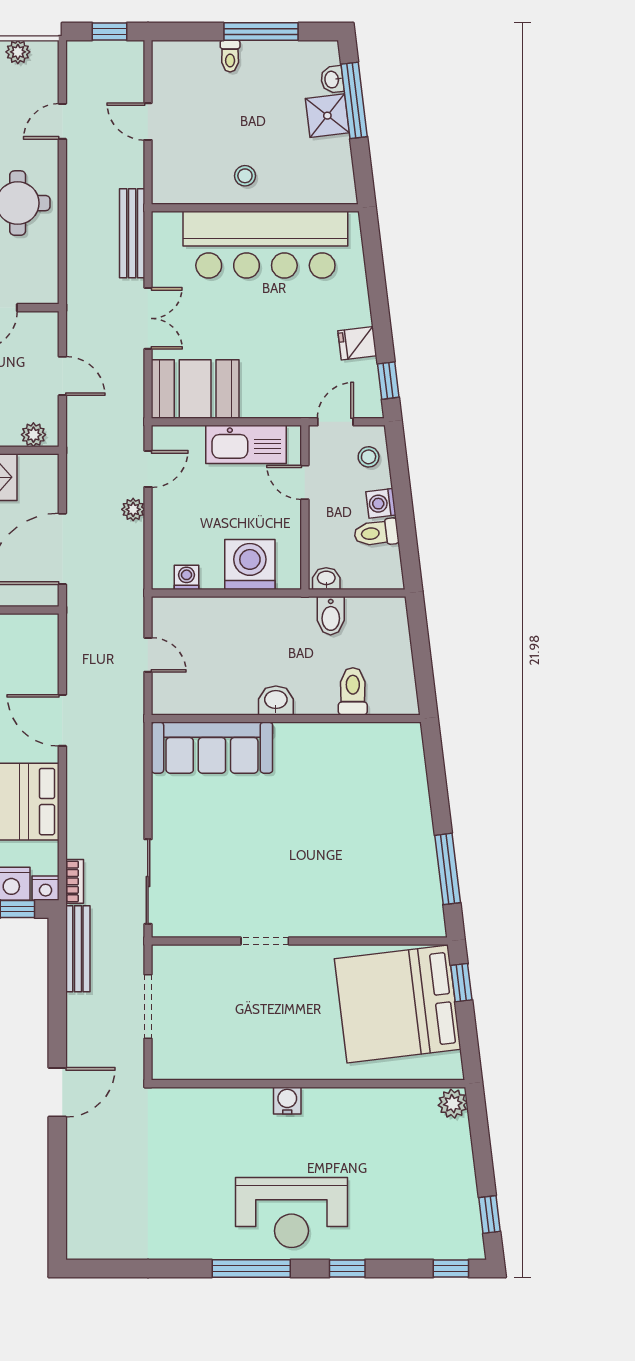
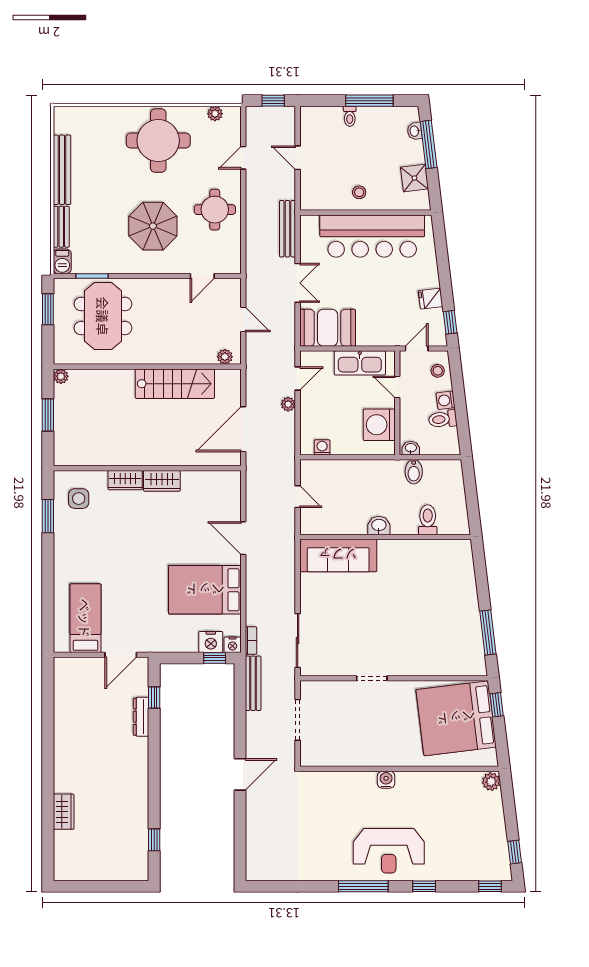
shower: (327, 116) -> (414, 178), moved
washing machine: (250, 564) -> (379, 425), moved, turned -90

